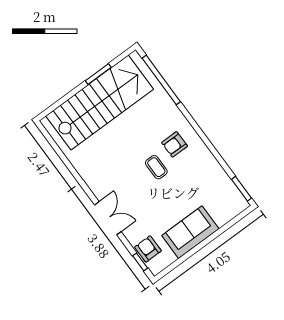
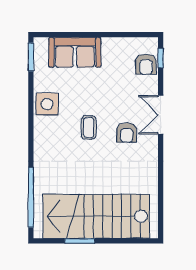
armchair: (175, 144) -> (127, 133), moved, turned 90
side table: (202, 161) -> (47, 104), added
sofa: (190, 232) -> (75, 52), moved

